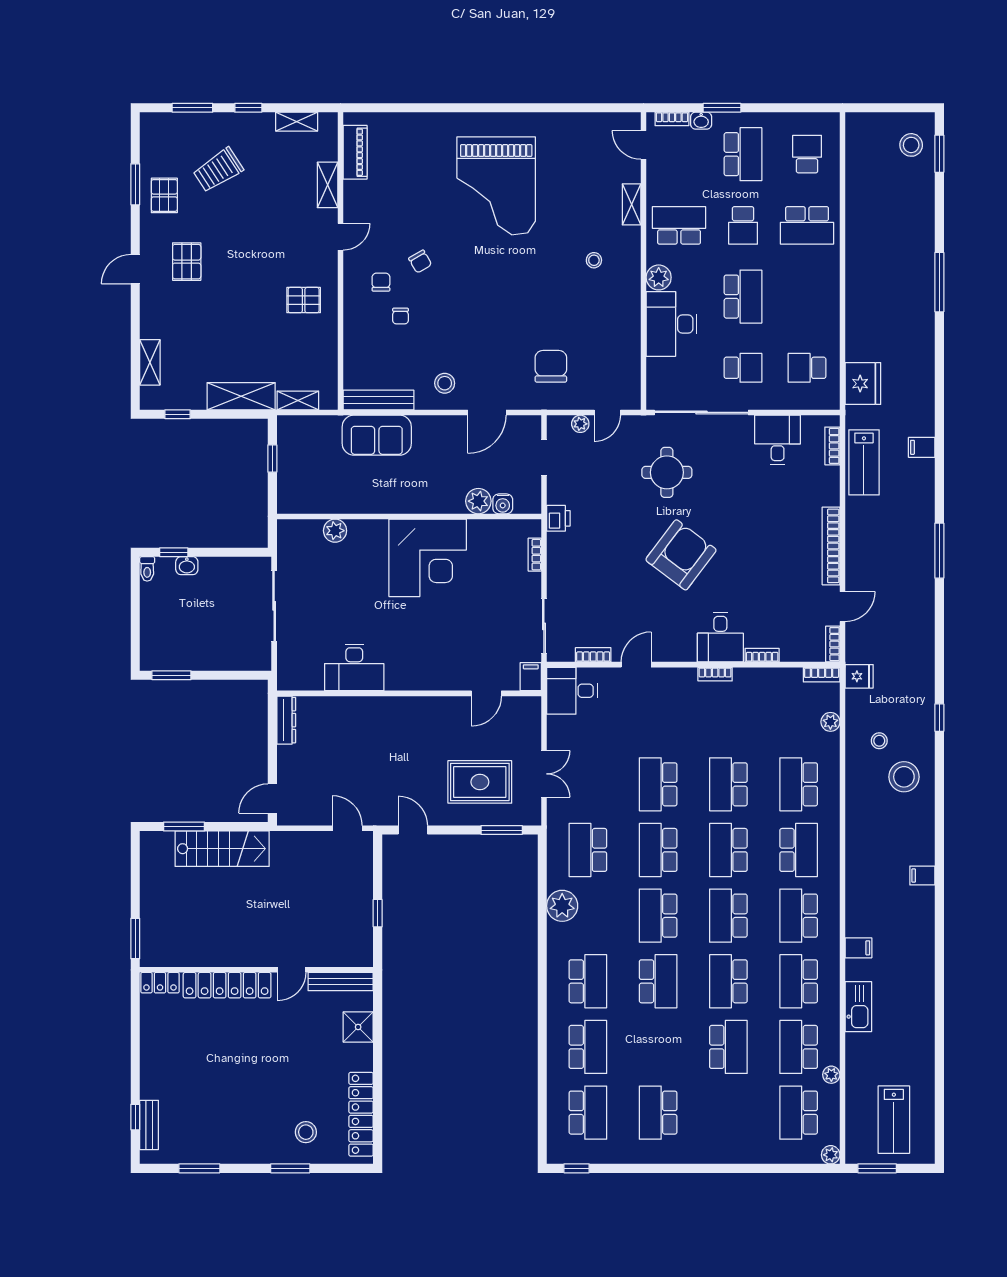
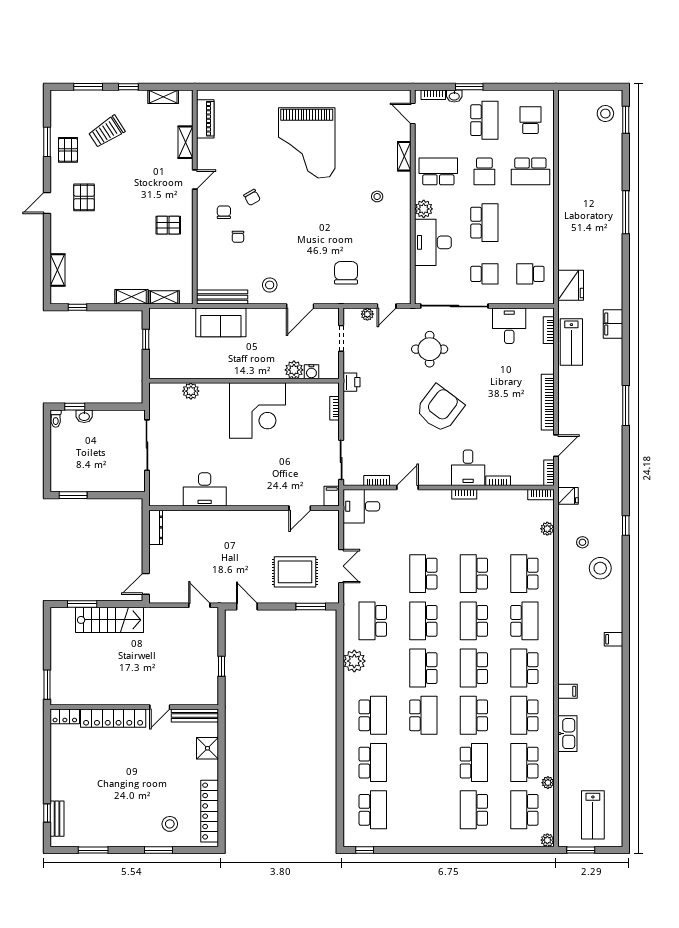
shelving: (241, 396) -> (131, 297), width x0.67, depth x0.75
filing cabinet: (922, 447) -> (613, 324), width x2.00
school desk: (658, 1113) -> (474, 810), moved

